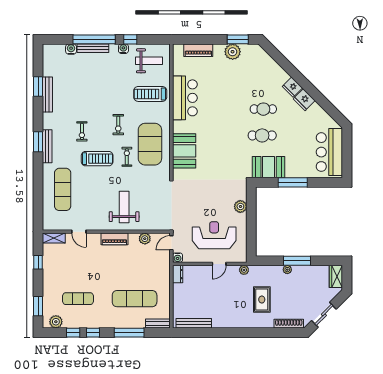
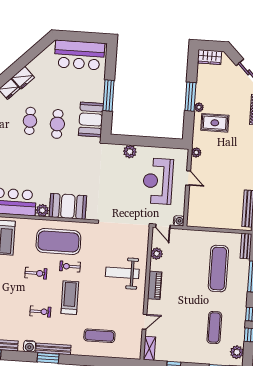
water cooler: (48, 123) -> (29, 346), added
plant: (179, 127) -> (42, 210), added
exercise mat: (63, 189) -> (99, 336), width x0.73, depth x0.69
dresser: (178, 274) -> (196, 222), removed
rug: (262, 300) -> (215, 123), moved

